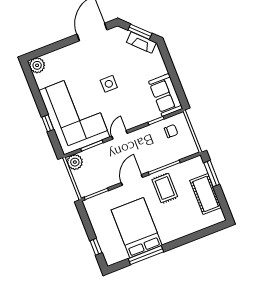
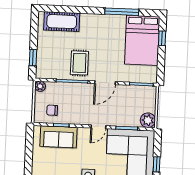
sofa: (166, 95) -> (59, 137), moved, turned 90
plant: (193, 149) -> (40, 86), added
window: (212, 174) -> (33, 58), width x0.67
cot: (206, 194) -> (62, 22), moved, turned 90
bed: (137, 228) -> (142, 40), moved

